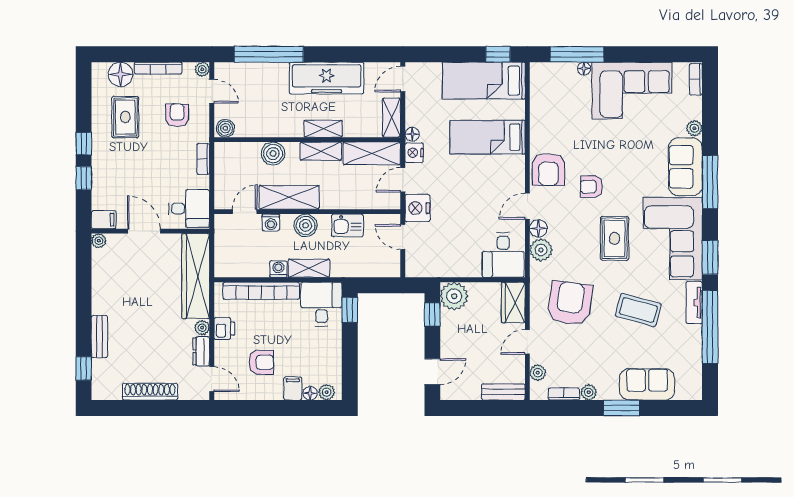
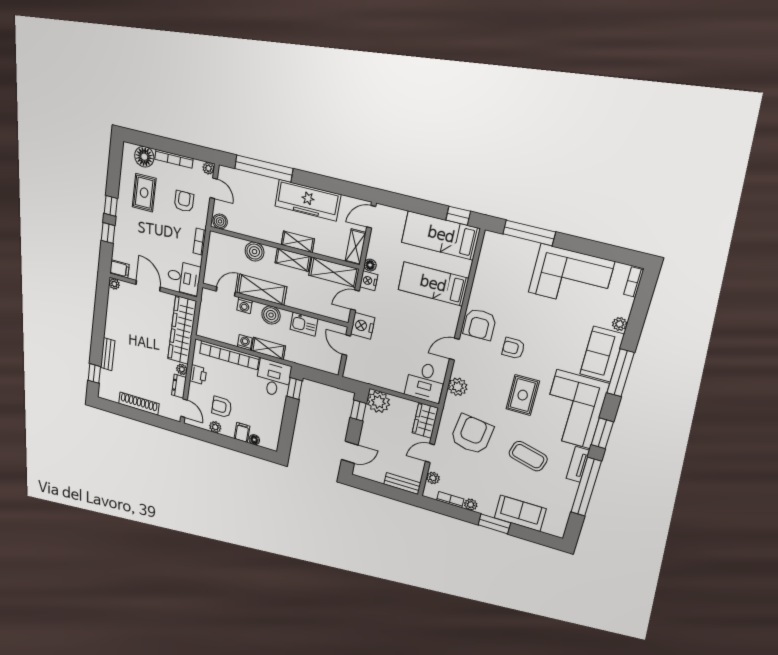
floor lamp: (584, 69) -> (532, 247), removed
floor lamp: (538, 228) -> (460, 369), removed
armchair: (261, 362) -> (222, 407), turned 180
plant: (327, 392) -> (215, 427), moved

